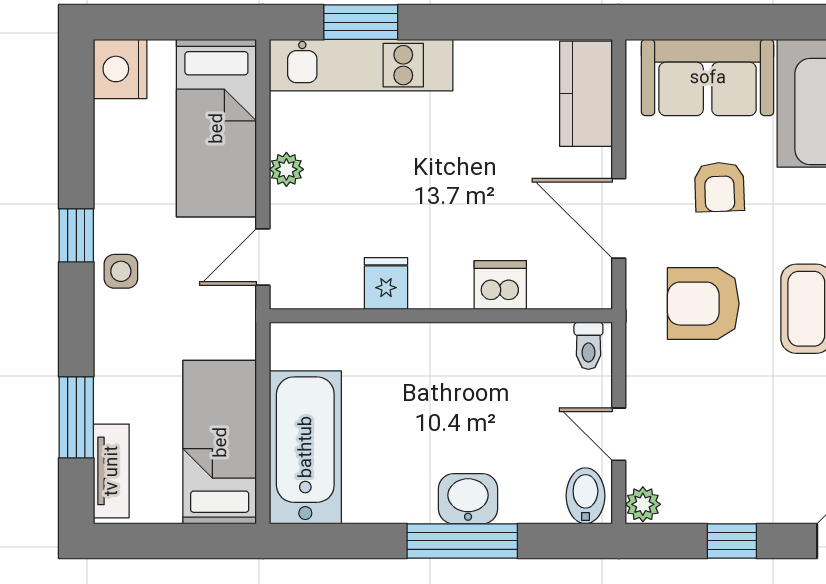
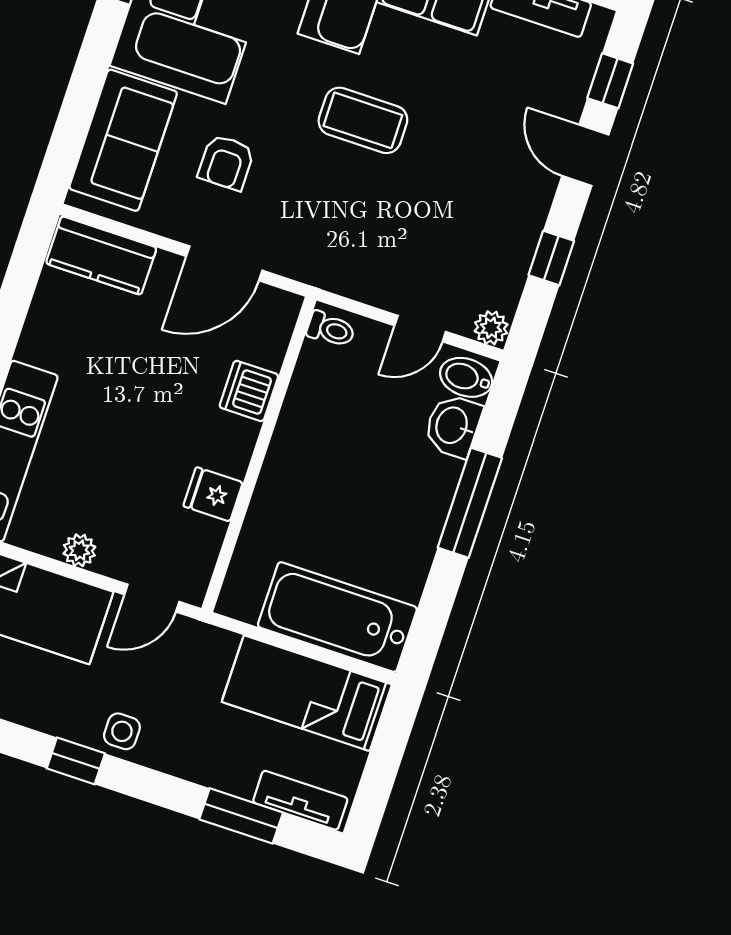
armchair: (719, 187) -> (226, 162), turned 92
door: (263, 257) -> (152, 598), hinge flipped
armchair: (703, 304) -> (327, 212), removed
washbasin: (468, 499) -> (453, 426), moved

